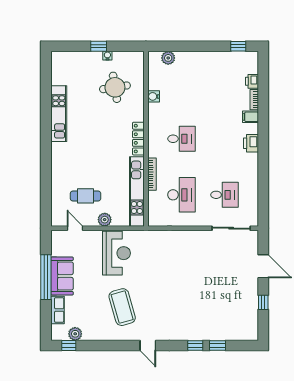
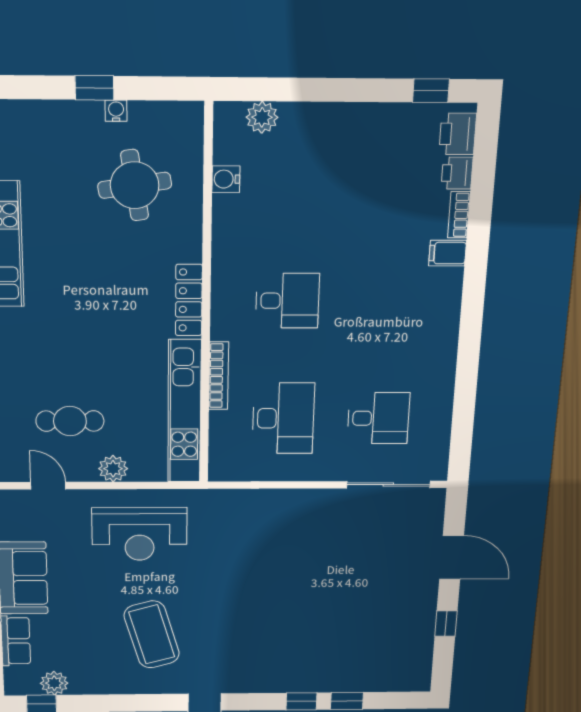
water cooler: (154, 96) -> (226, 179), moved
printer: (251, 143) -> (458, 134), moved
reception desk: (116, 253) -> (139, 534), turned 90

